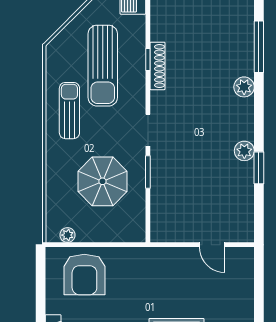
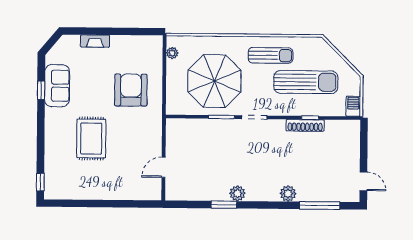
sun lounger: (103, 66) -> (306, 82), turned 180
parasol: (102, 181) -> (214, 81), width x1.36, depth x1.36
armchair: (84, 274) -> (131, 90), moved, turned 90

